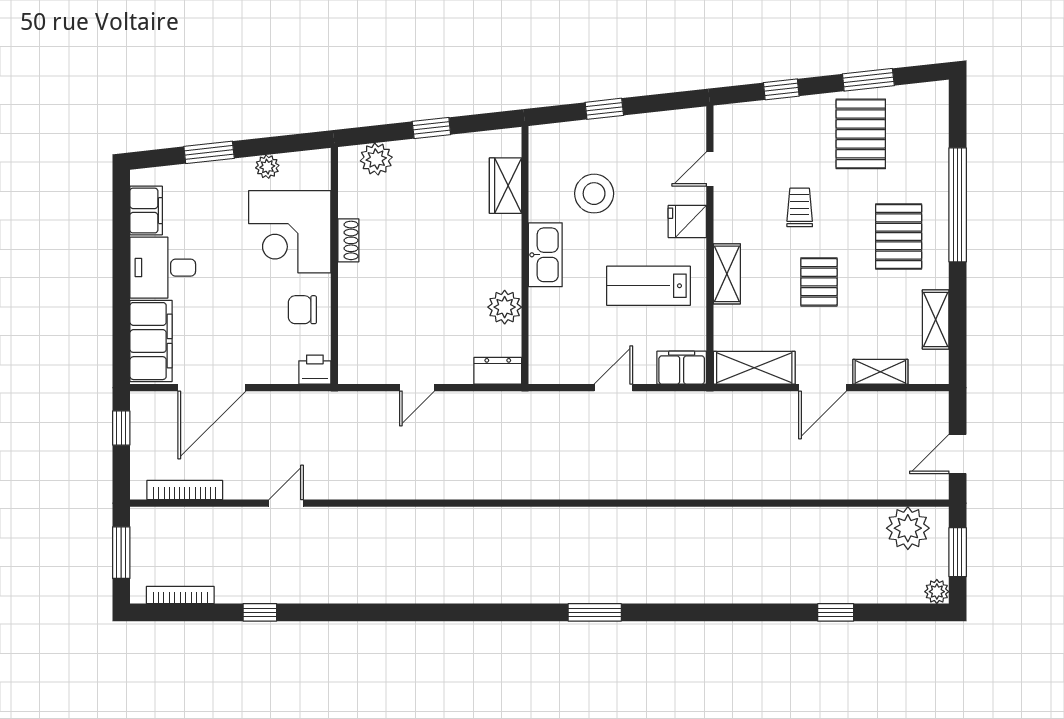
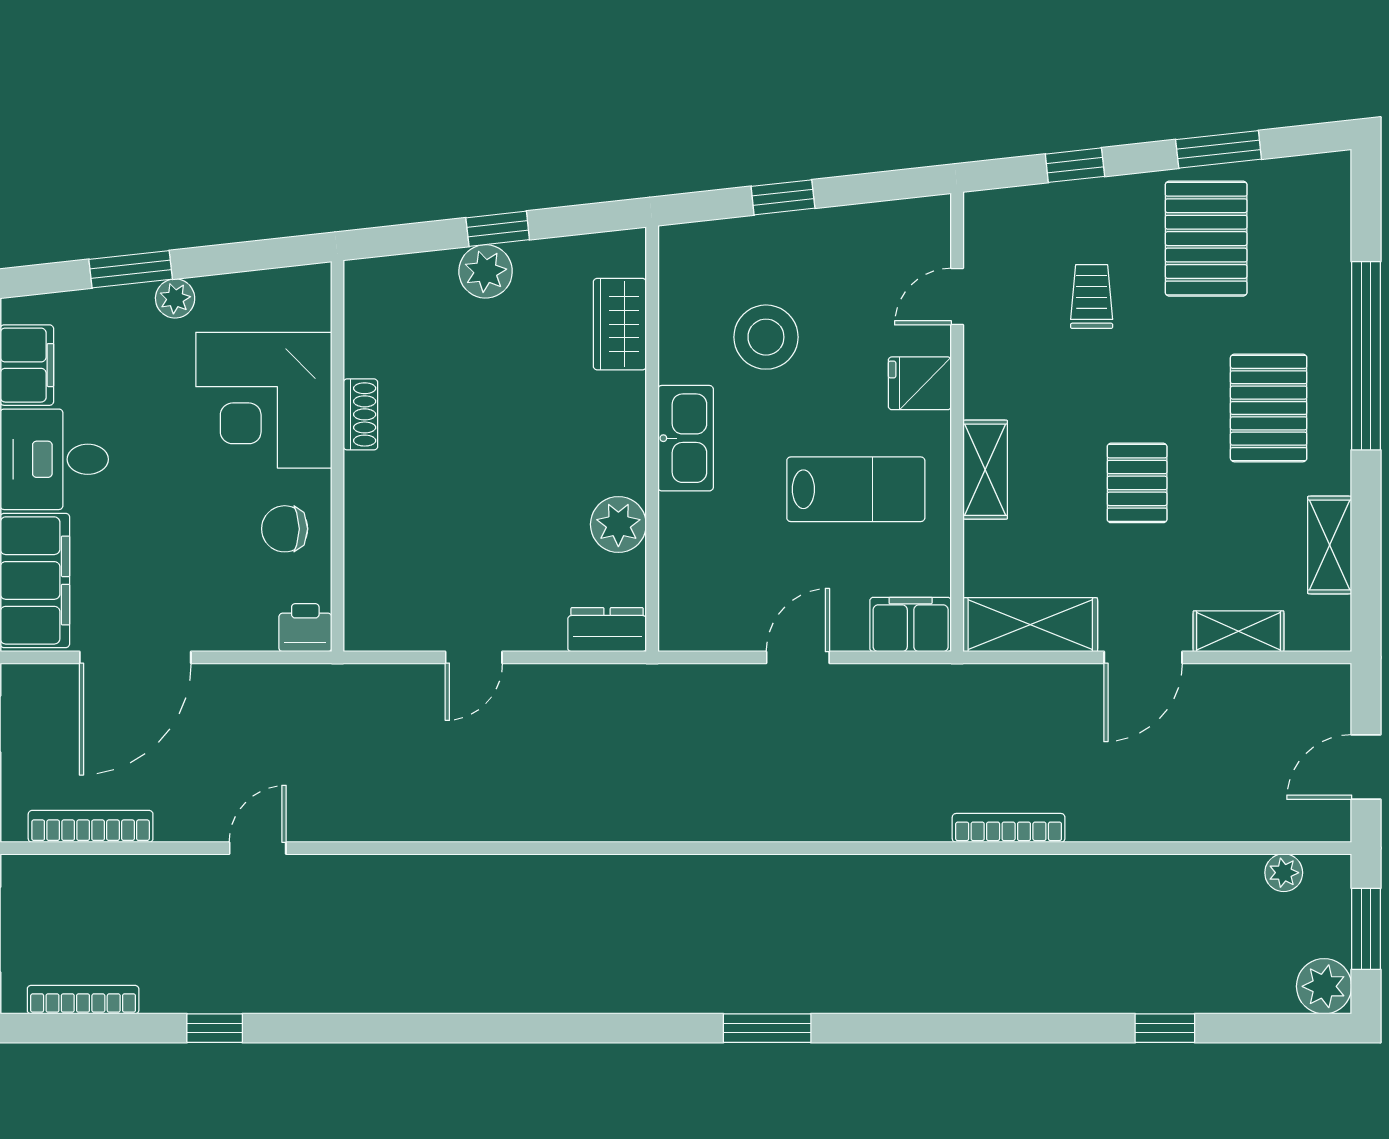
plant: (376, 159) -> (486, 271), moved
plant: (267, 167) -> (175, 298), moved
trolley: (800, 207) -> (1092, 297), moved
lab bench: (648, 286) -> (856, 489), turned 180
bookcase: (741, 491) -> (1009, 828), added
plant: (908, 528) -> (1284, 873), width x0.53, depth x0.53
plant: (937, 592) -> (1324, 986), width x1.38, depth x1.38

